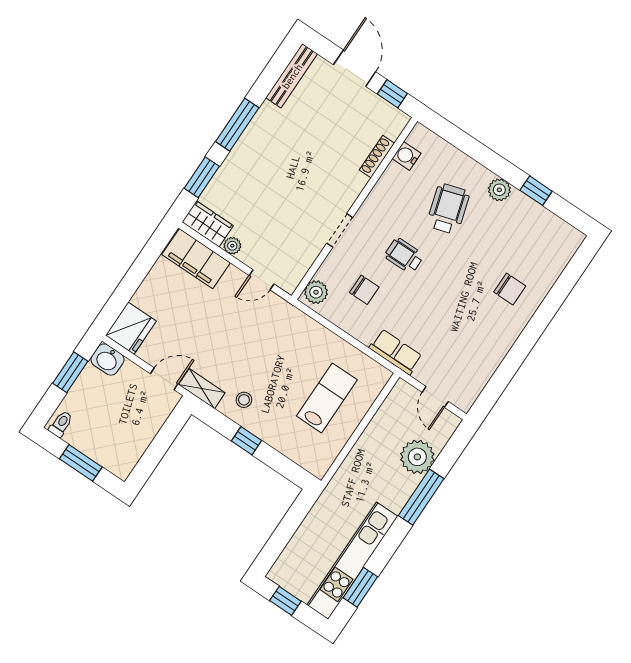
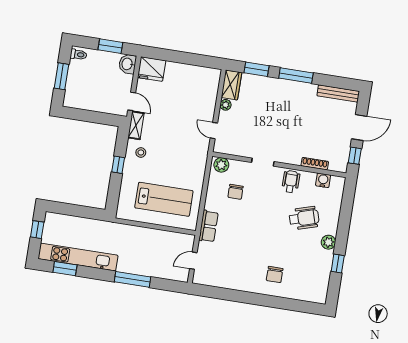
wheelchair: (404, 256) -> (291, 182), moved
filing cabinet: (196, 259) -> (209, 88), removed
lab bench: (327, 398) -> (164, 199), width x1.36, depth x1.39
plant: (417, 457) -> (154, 266), removed

